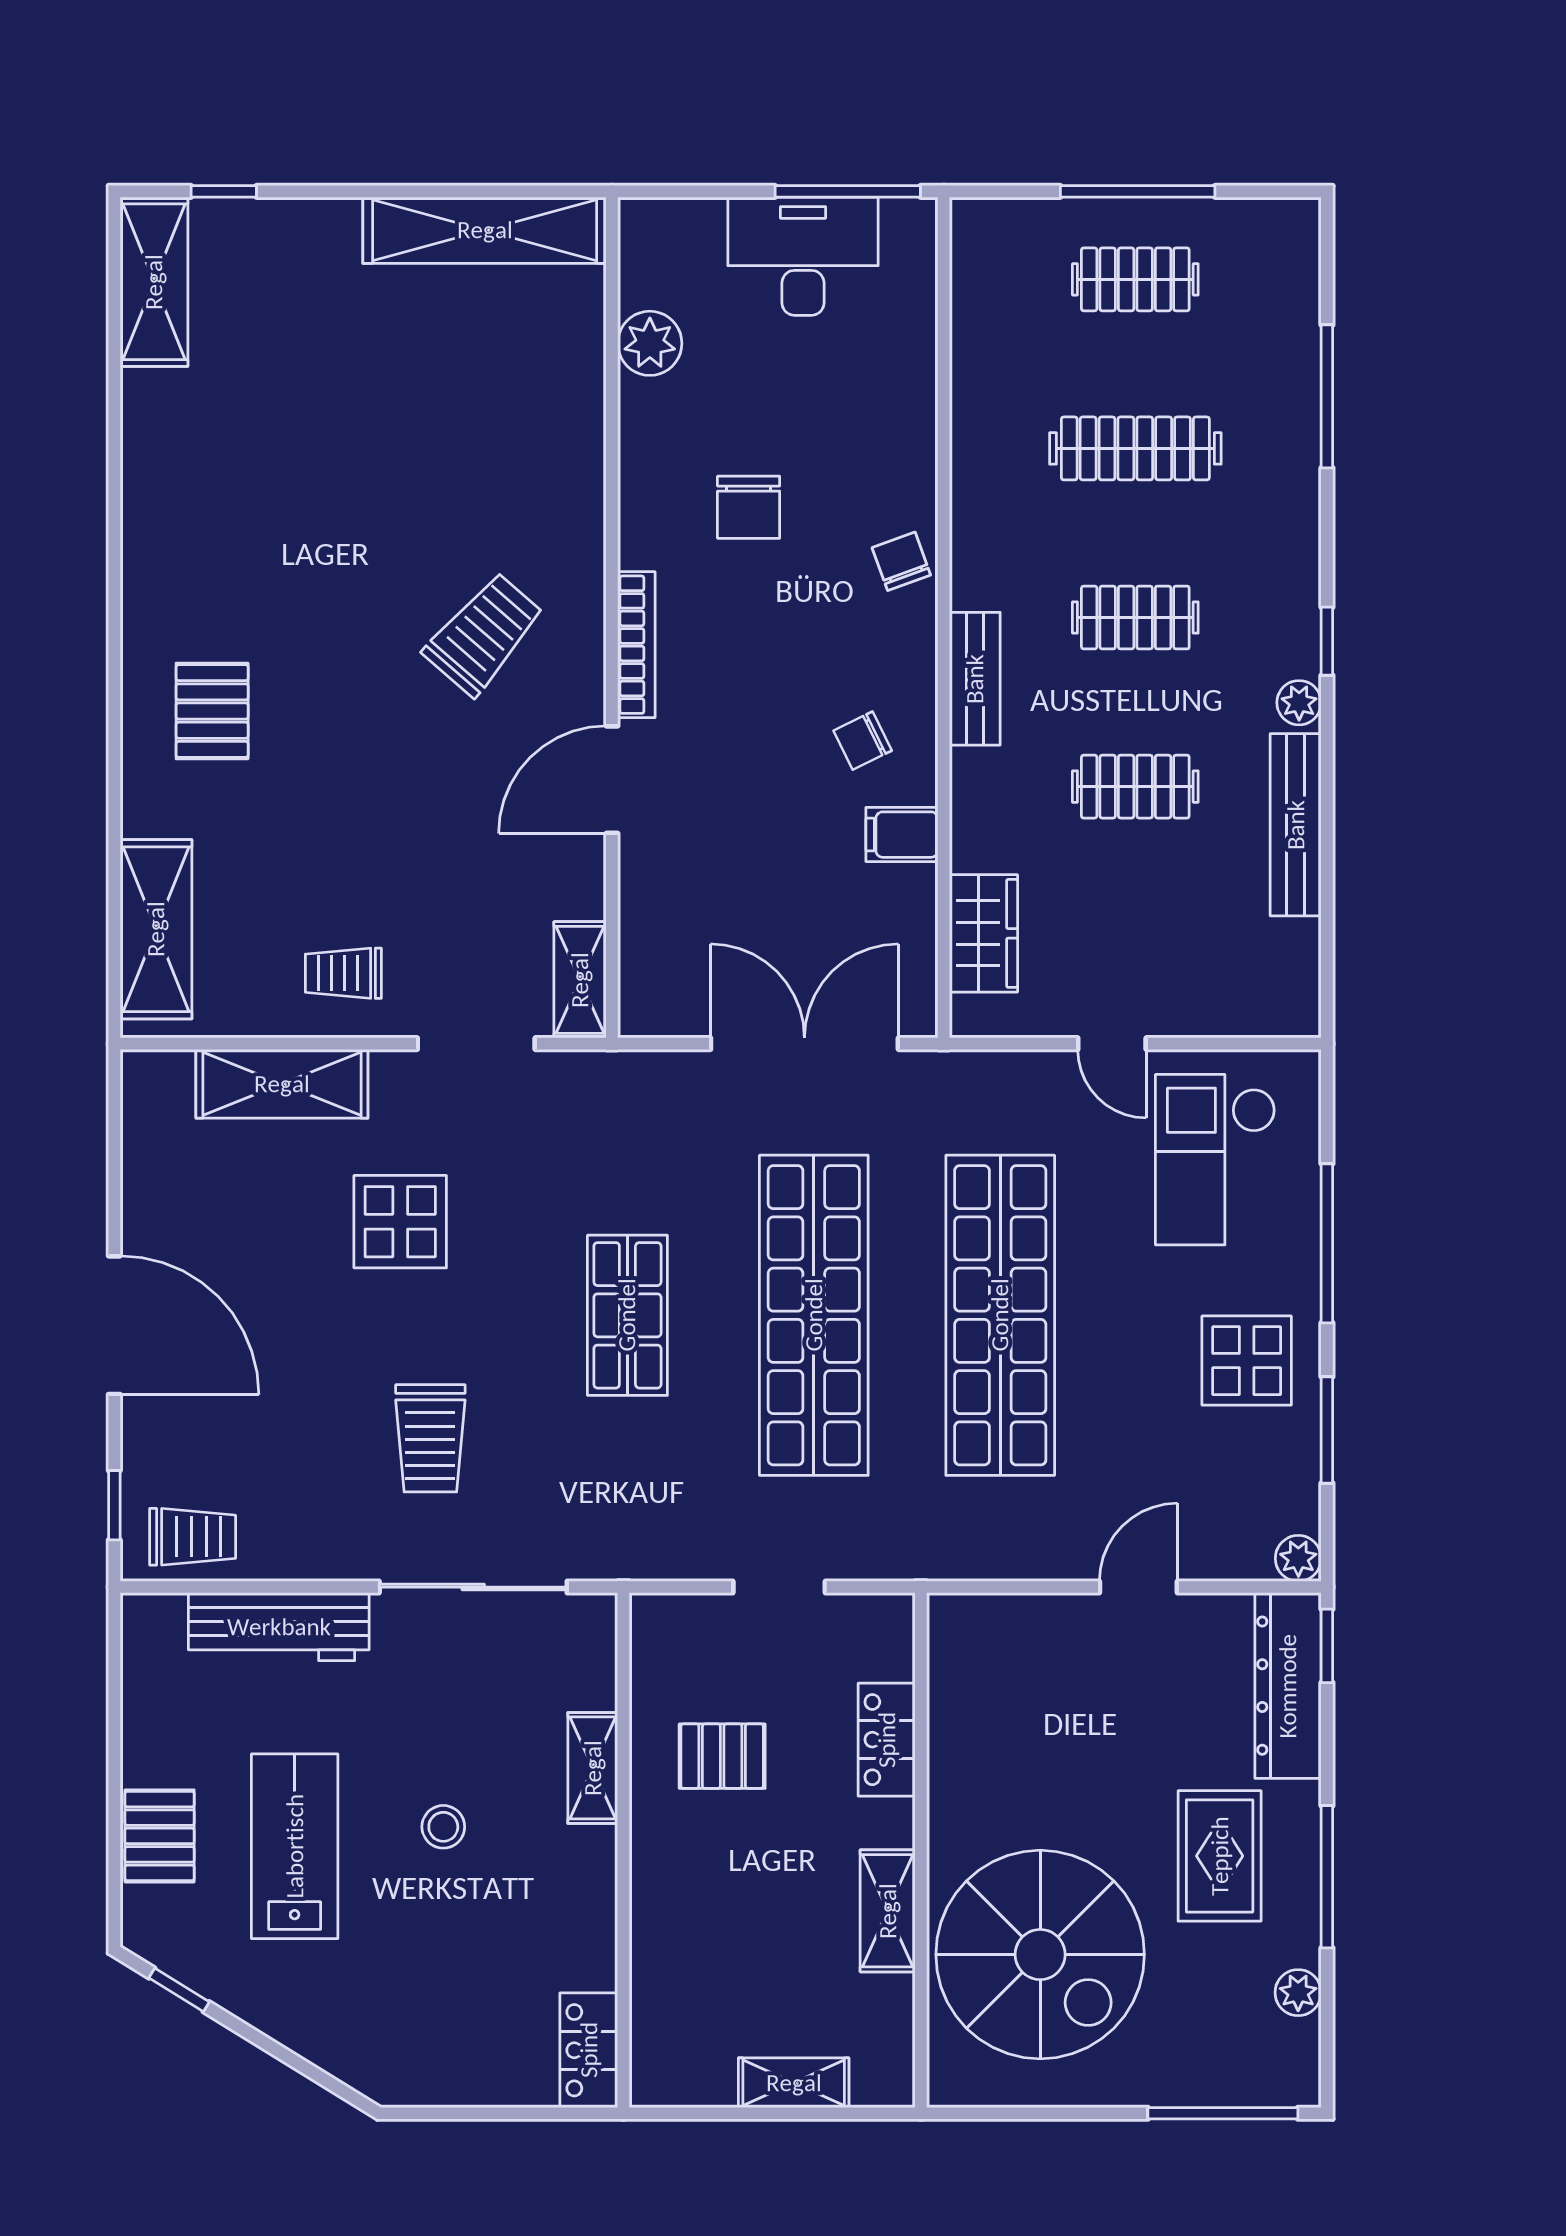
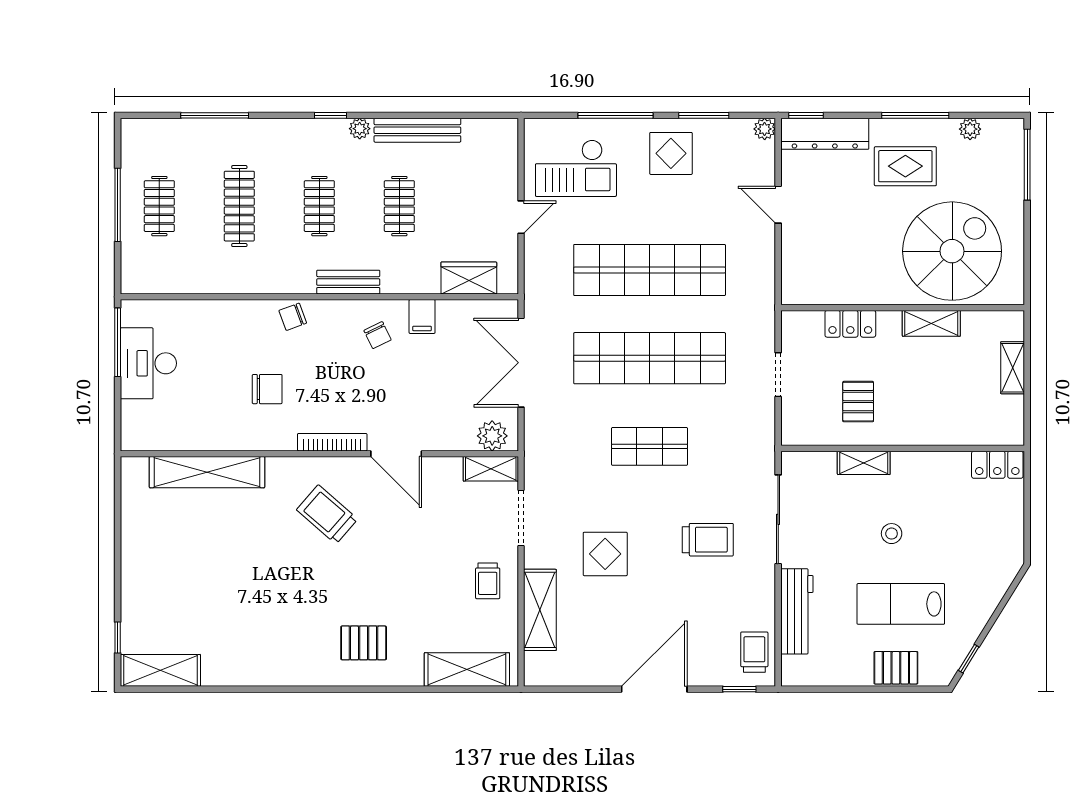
shelving: (485, 230) -> (207, 472), moved, turned 90
plant: (650, 343) -> (492, 436), moved

